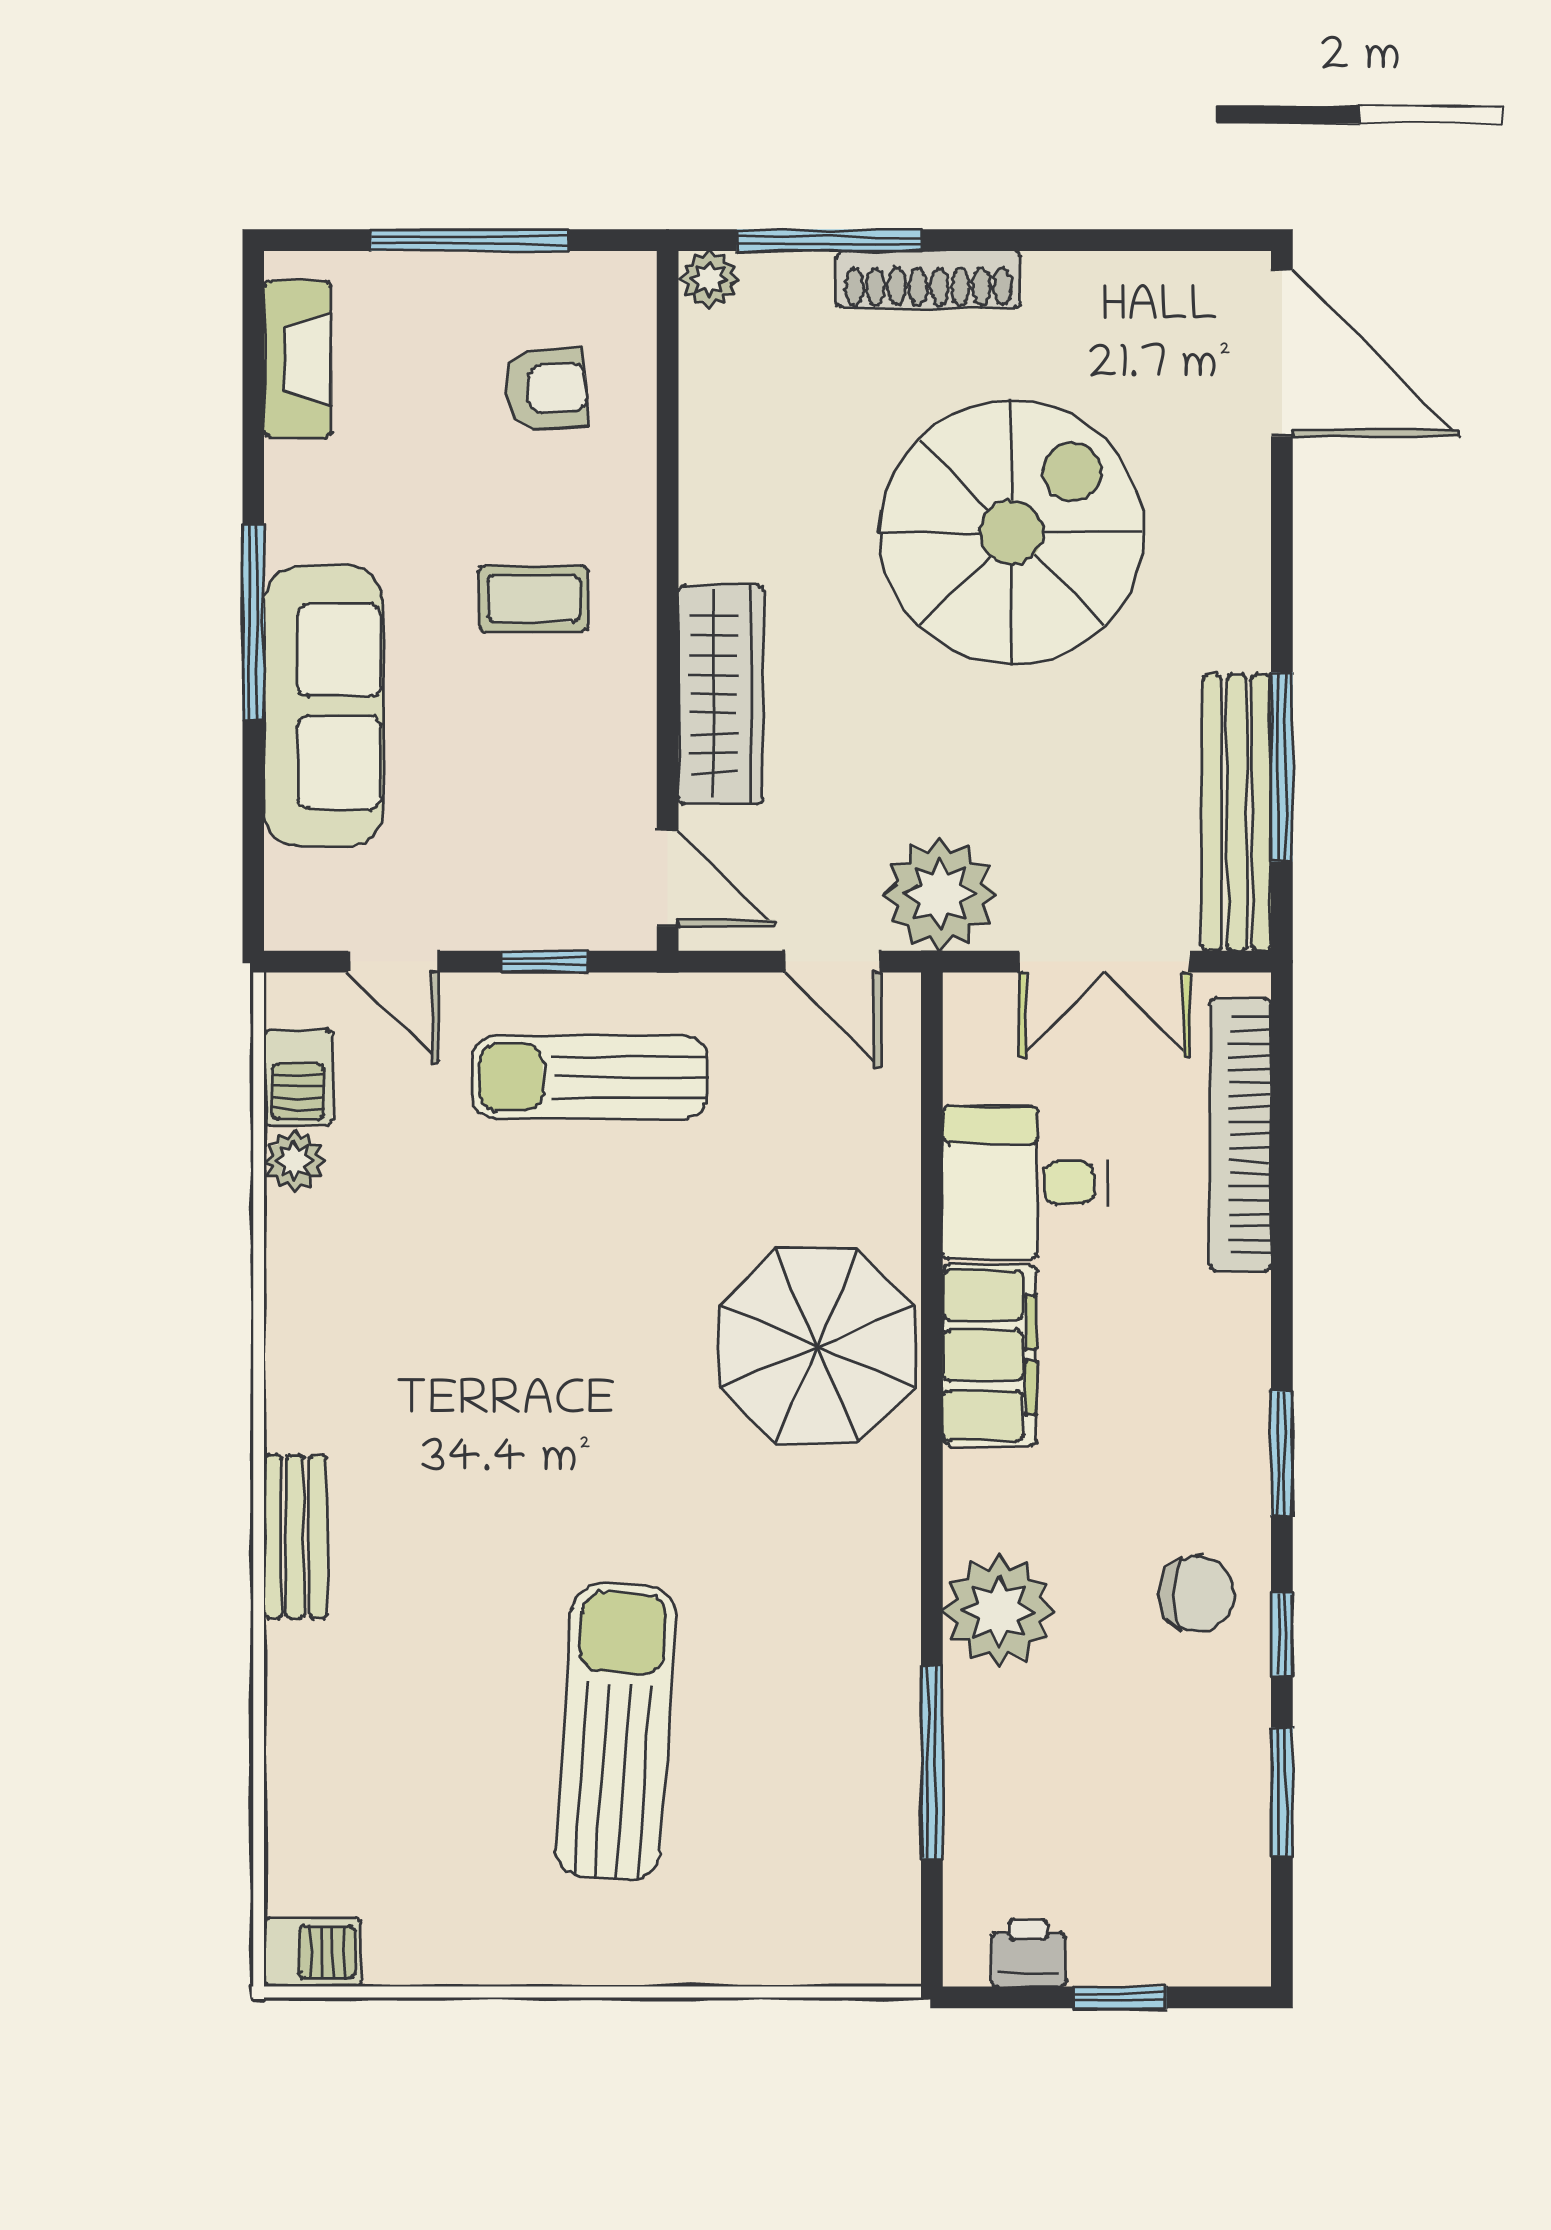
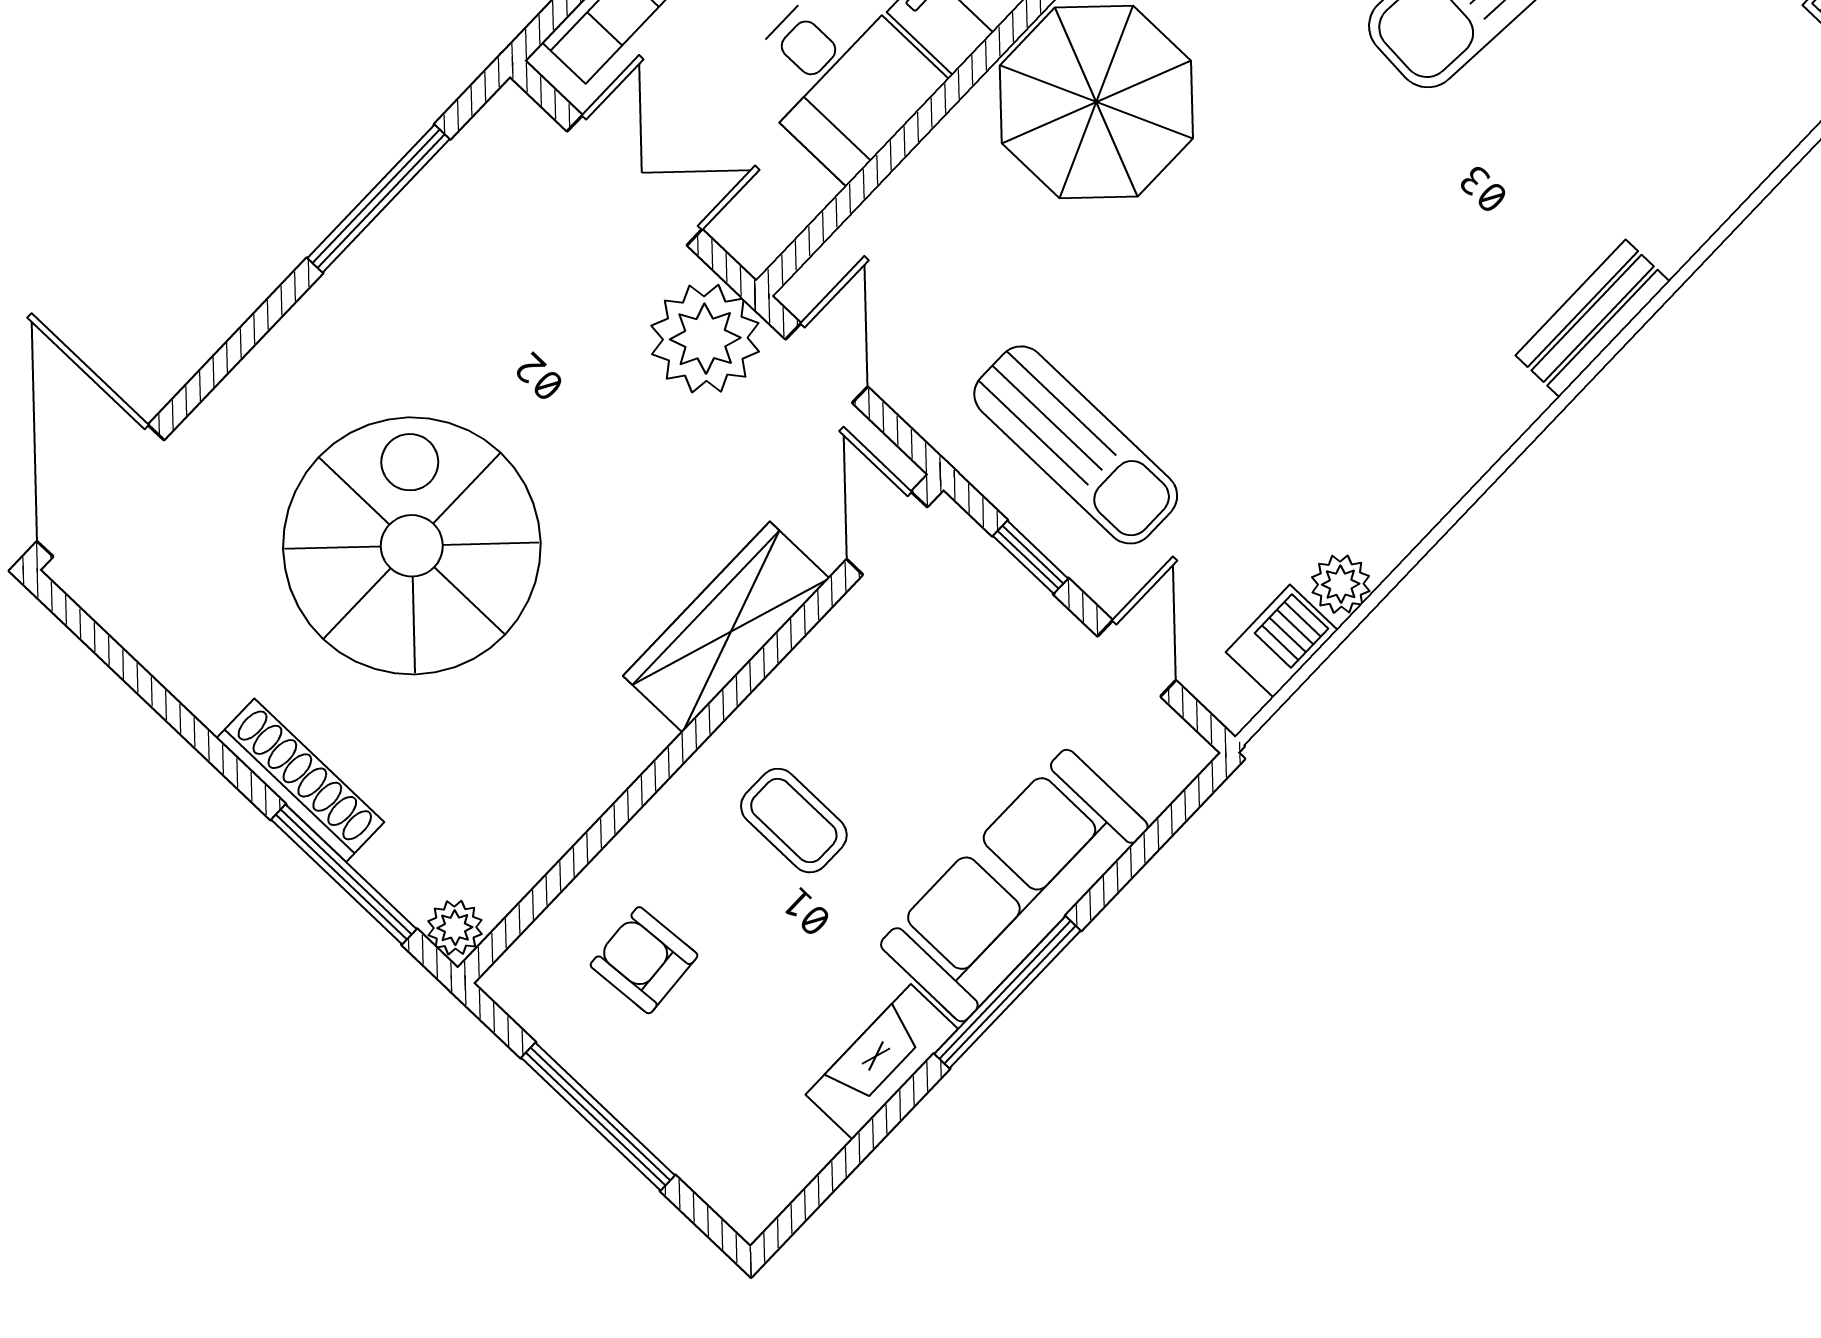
fireplace: (298, 359) -> (882, 1062), moved
spiral stairs: (1012, 532) -> (412, 546), turned 90
bench: (1237, 813) -> (441, 197), removed

